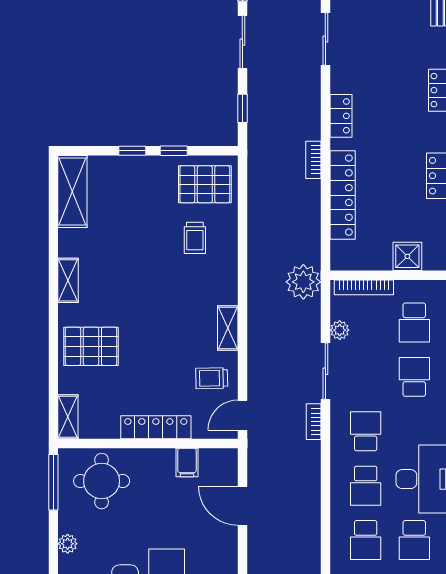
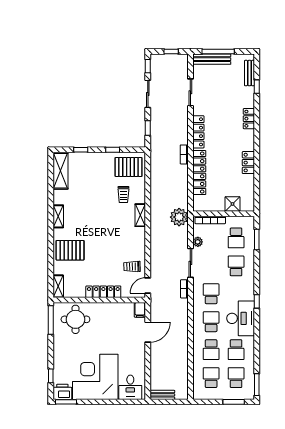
locker: (341, 116) -> (198, 132), width x1.53
window: (132, 151) -> (81, 150), moved
shelving: (228, 328) -> (140, 215), moved
filing cabinet: (187, 463) -> (140, 310), moved
school desk: (366, 486) -> (211, 322), turned 180
door: (242, 506) -> (148, 332), swing flipped
plant: (68, 544) -> (58, 352), removed

